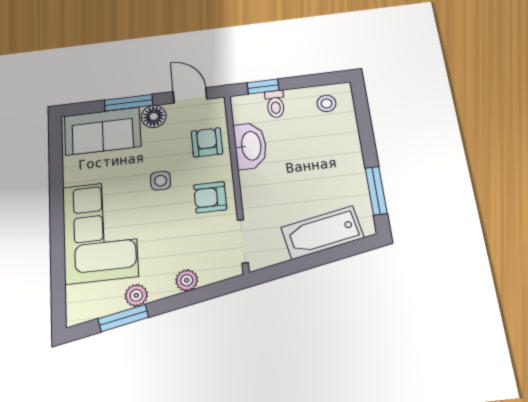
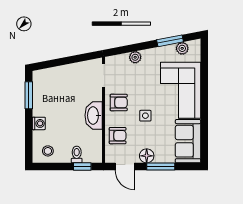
sofa: (102, 131) -> (188, 141), moved, turned -90
armchair: (207, 142) -> (118, 136), turned -90
washbasin: (250, 146) -> (94, 115), moved
washing machine: (350, 146) -> (39, 123), added
bathtub: (322, 232) -> (61, 75), removed
plant: (136, 295) -> (182, 48), moved

